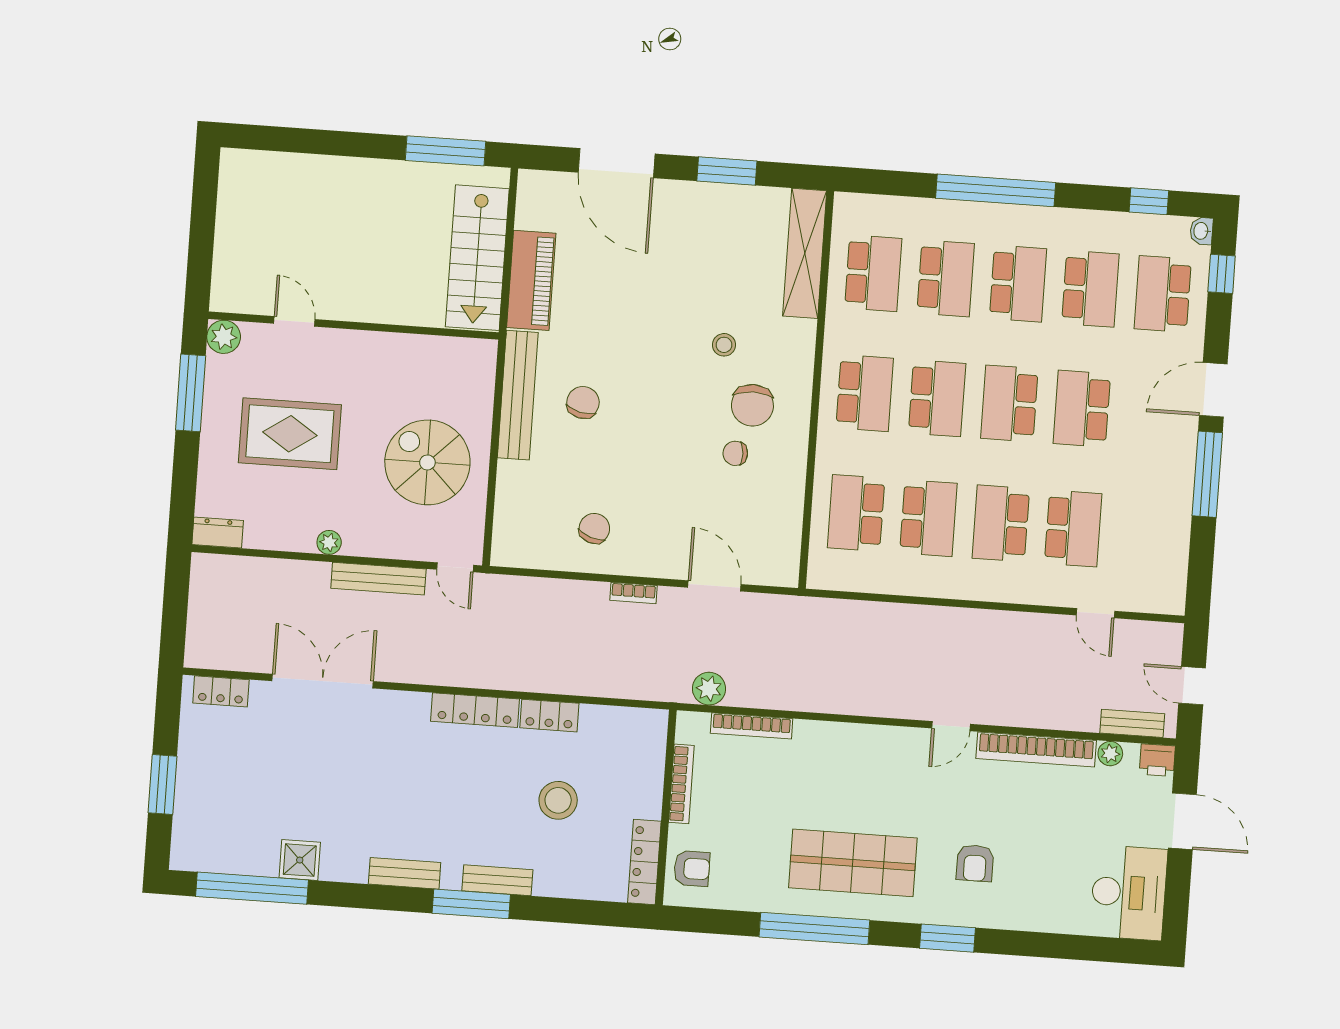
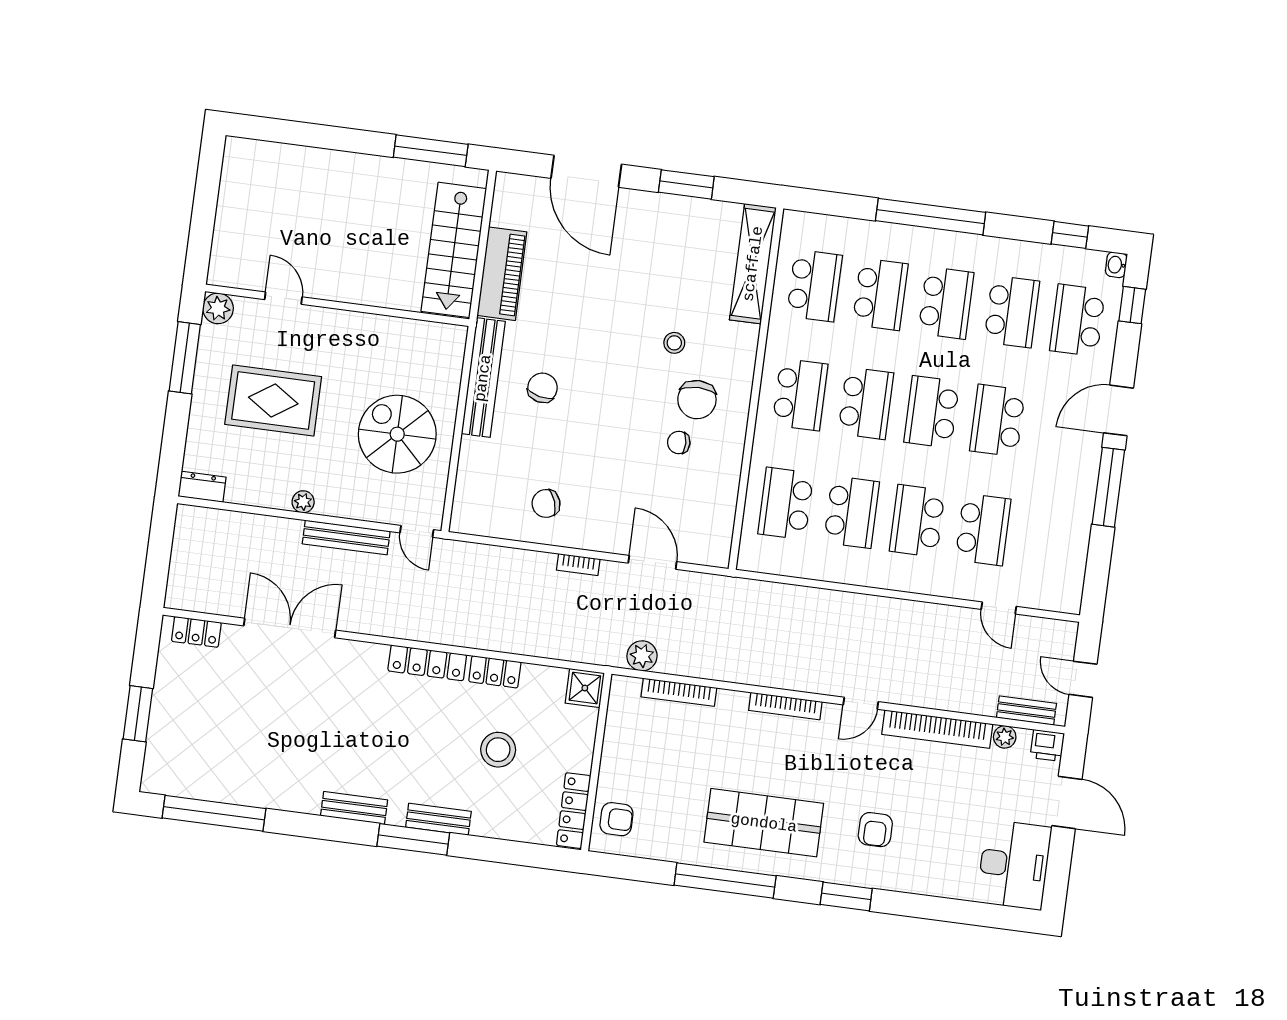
chair: (594, 528) -> (546, 503), turned -128
bookcase: (681, 784) -> (785, 706), moved, turned 90
shower: (300, 860) -> (585, 688), moved

